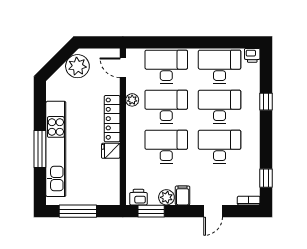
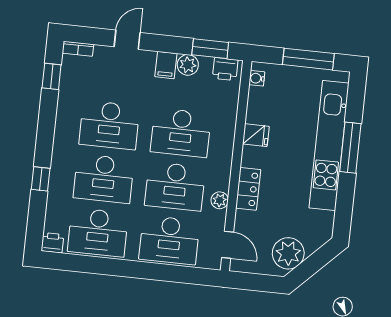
locker: (112, 119) -> (248, 189), width x0.66
water cooler: (114, 193) -> (257, 78), added

